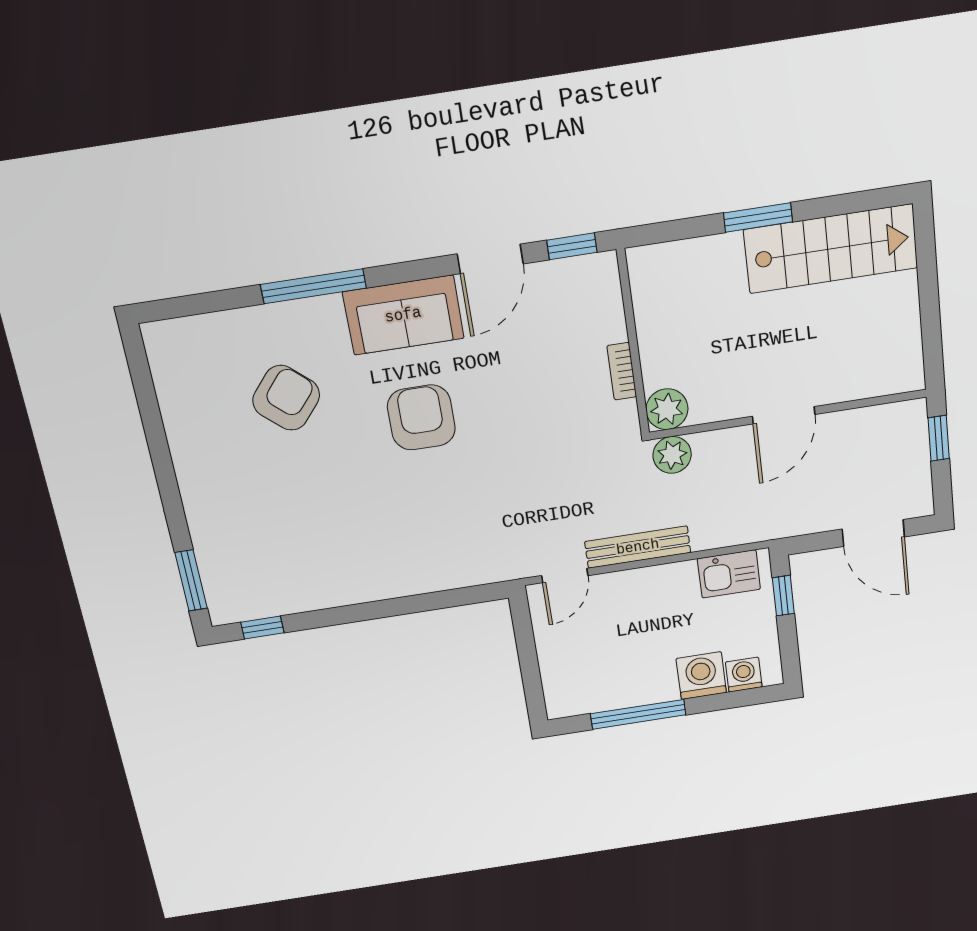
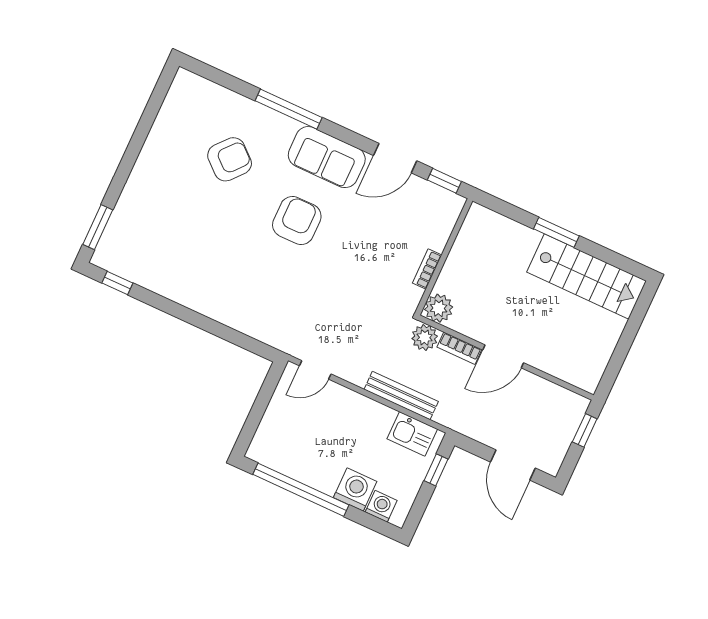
bookcase: (723, 440) -> (459, 348), added
bench: (638, 547) -> (401, 395), moved
window: (638, 714) -> (301, 490), width x1.46

